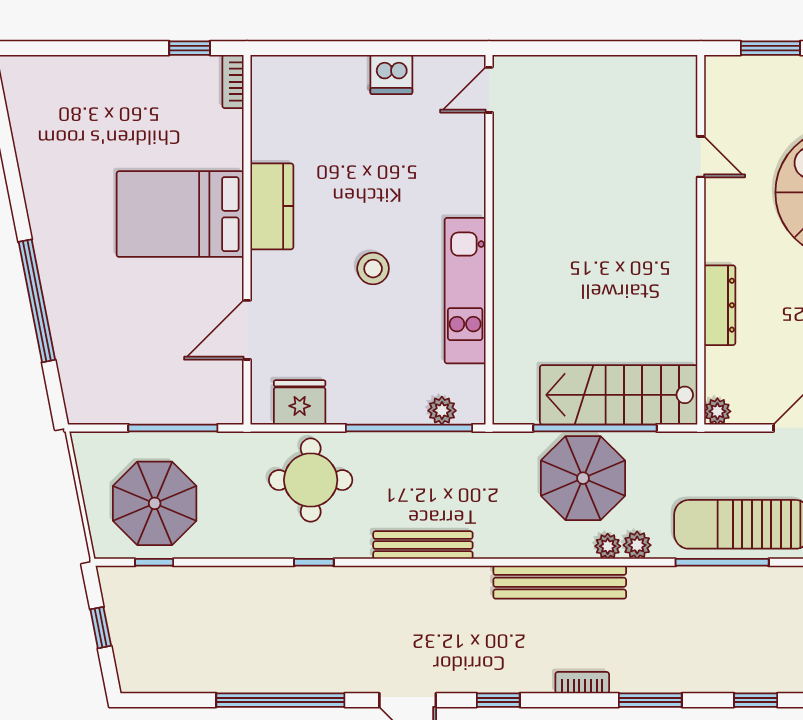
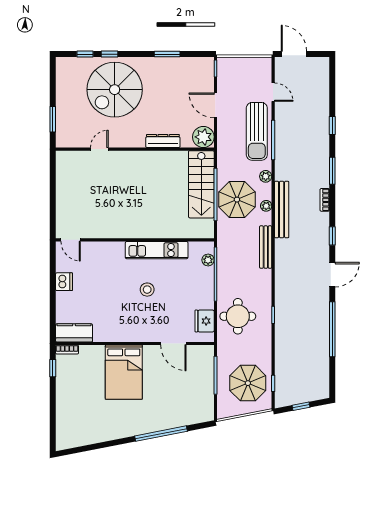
kitchen counter: (272, 206) -> (74, 333), moved
plant: (717, 411) -> (203, 137), width x1.87, depth x1.87
bench: (423, 545) -> (266, 247), moved
plant: (608, 546) -> (266, 206), moved

